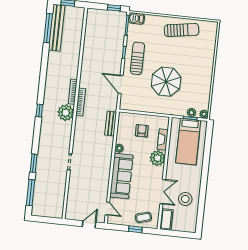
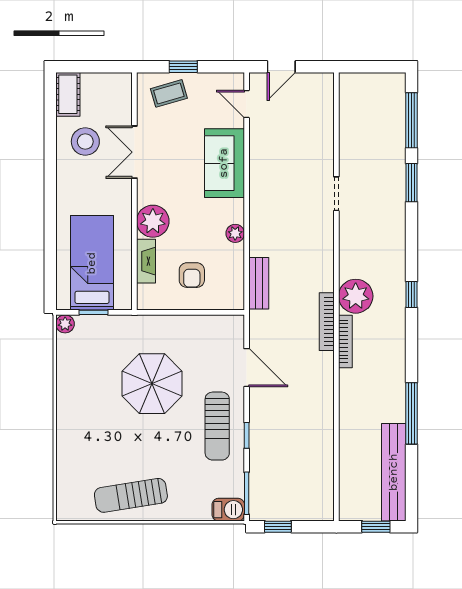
window: (48, 28) -> (412, 413), moved
plant: (191, 113) -> (92, 324), removed
sofa: (121, 176) -> (224, 163), width x0.73
cot: (166, 219) -> (68, 94), moved

